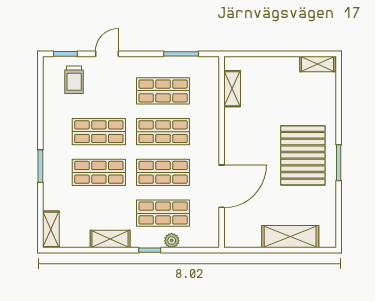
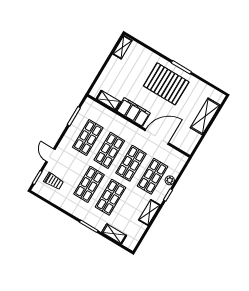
filing cabinet: (237, 133) -> (133, 112), added
door: (222, 186) -> (157, 137), hinge flipped
shelving: (51, 229) -> (114, 234), moved

